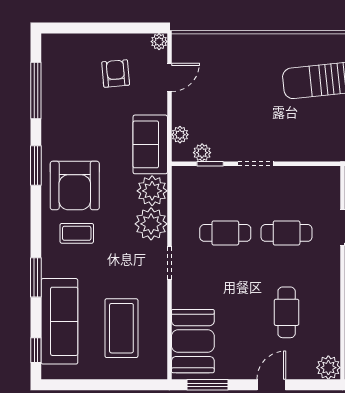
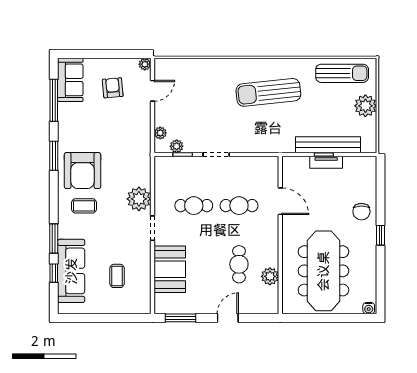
sofa: (150, 144) -> (70, 80), moved, turned 180
plant: (152, 191) -> (140, 174), removed
coffee table: (121, 328) -> (117, 276), width x0.54, depth x0.58
booth: (193, 341) -> (170, 269), moved
window: (36, 350) -> (54, 273), moved
plant: (328, 368) -> (270, 276), moved

